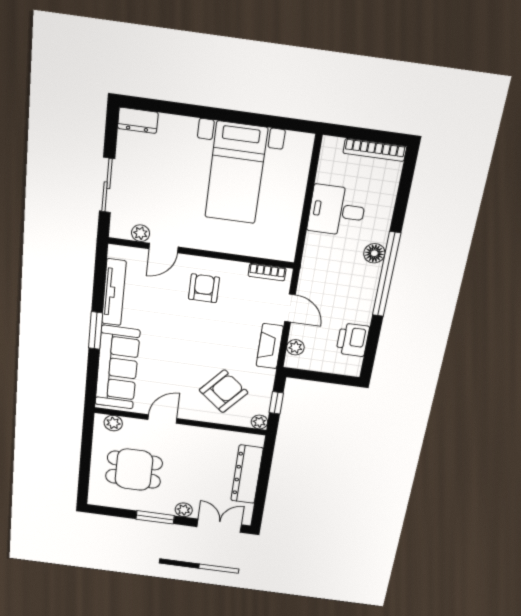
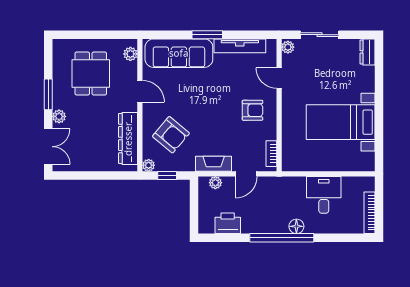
plant: (141, 233) -> (288, 47), moved
dresser: (247, 474) -> (128, 139), moved, turned -90

